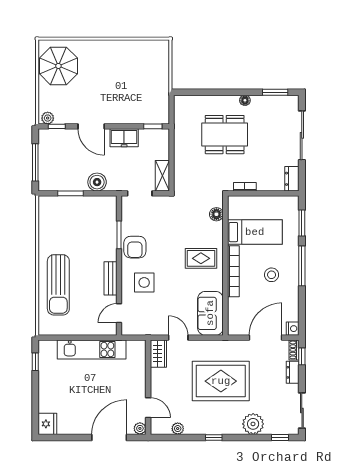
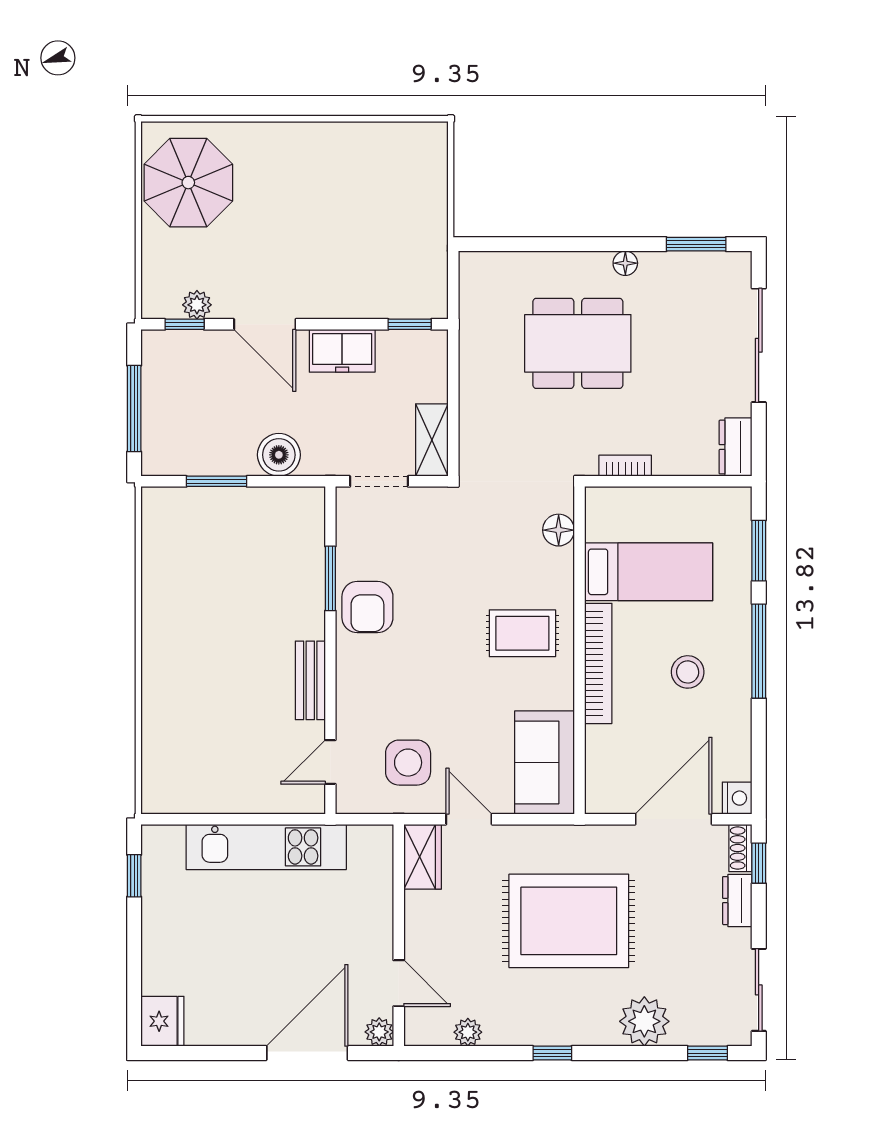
plant: (48, 118) -> (197, 305), moved
side table: (144, 282) -> (408, 763), moved
sun lounger: (58, 285) -> (188, 696), removed

